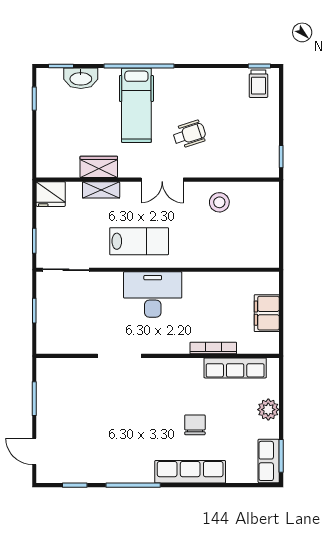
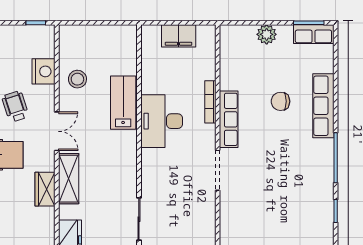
nightstand: (228, 165) -> (43, 71), added
shelving: (101, 190) -> (69, 179), width x1.50, depth x1.33
lab bench: (139, 241) -> (123, 103), moved
desk: (153, 294) -> (162, 121), moved
bookcase: (213, 348) -> (210, 102), moved
row of seats: (235, 368) -> (229, 119), moved

